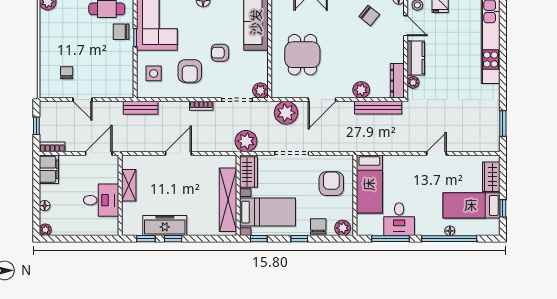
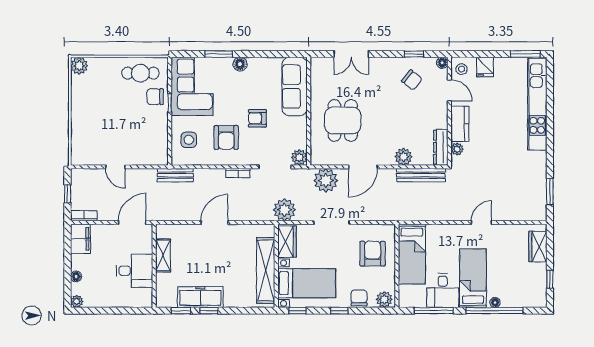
chair: (67, 73) -> (99, 139), removed
bed: (471, 205) -> (473, 278), moved, turned 90

